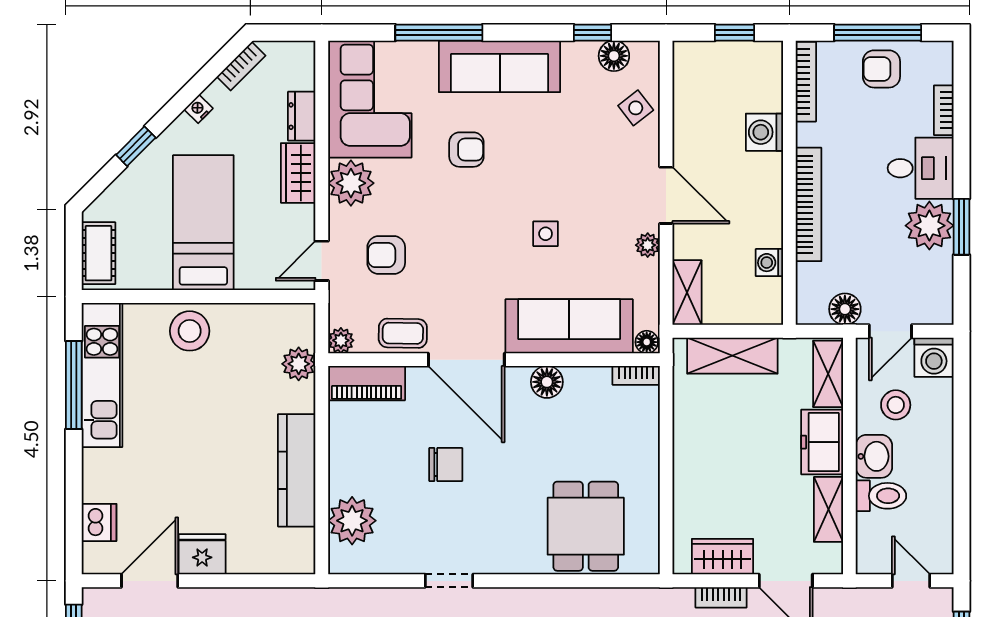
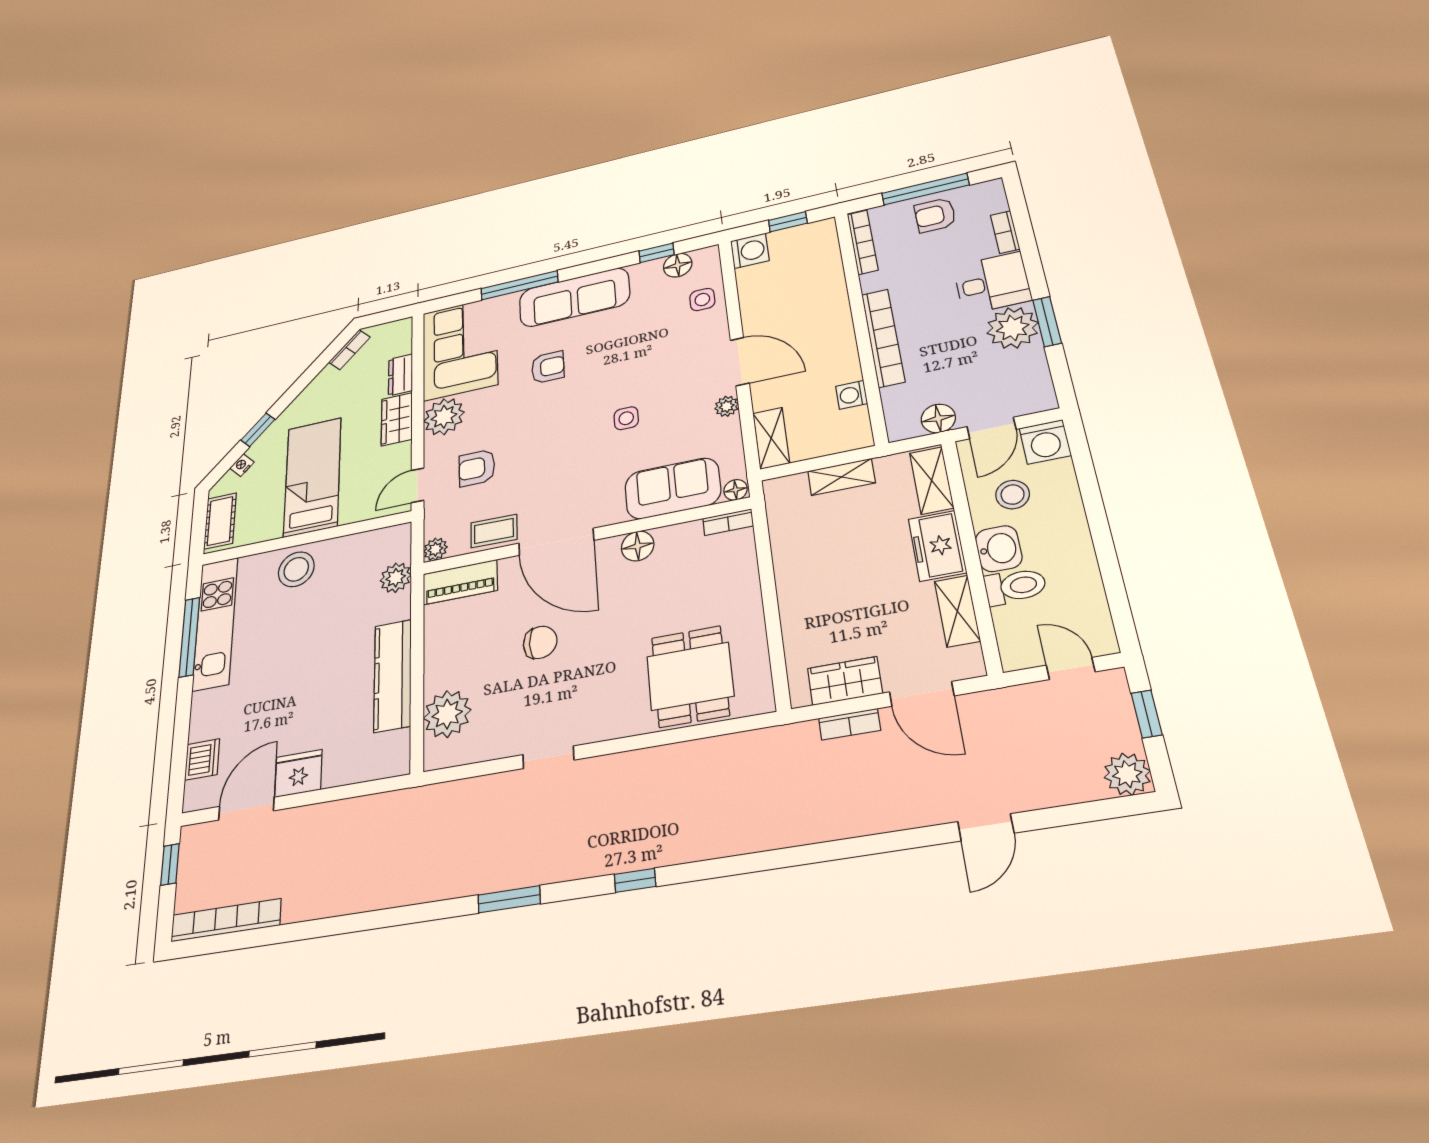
side table: (636, 108) -> (702, 299), turned 38
nightstand: (199, 109) -> (242, 465), moved
washing machine: (764, 132) -> (750, 251), moved, turned 180
sofa: (569, 326) -> (673, 488), width x0.73
shelving: (732, 356) -> (841, 477), width x0.67, depth x0.75

